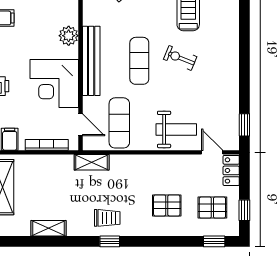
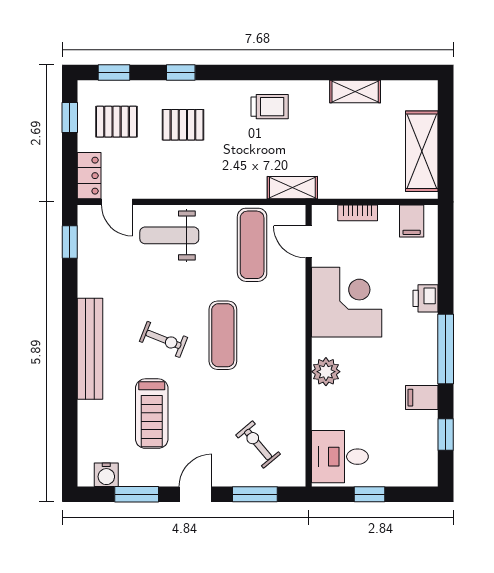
bench: (91, 61) -> (90, 349), moved
bookcase: (47, 145) -> (358, 213), width x0.64
trolley: (107, 218) -> (270, 107), turned 180
window: (110, 241) -> (181, 73), moved

